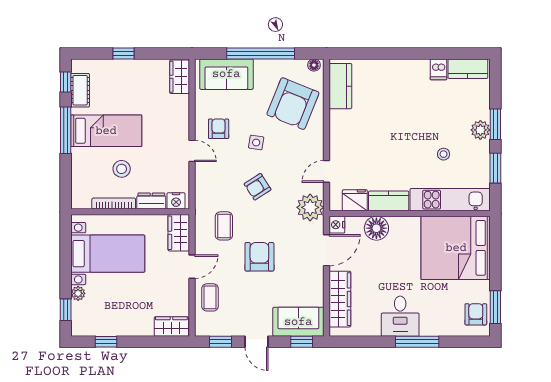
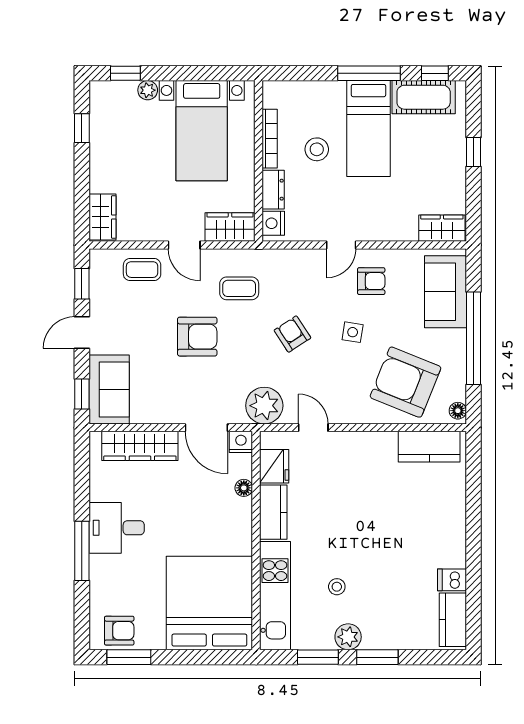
cot: (80, 90) -> (424, 97), width x1.37, depth x1.34
plant: (480, 130) -> (348, 637), moved
floor lamp: (376, 228) -> (244, 488), width x0.53, depth x0.53

